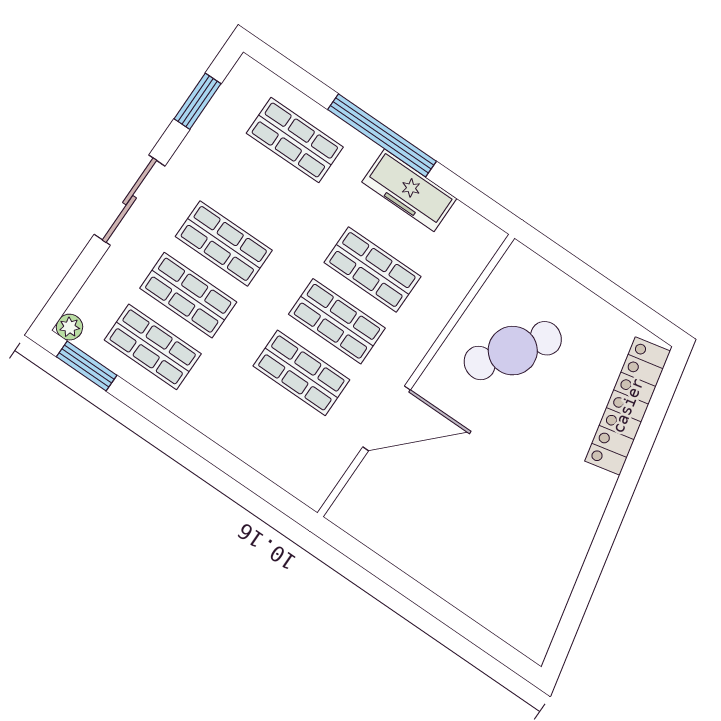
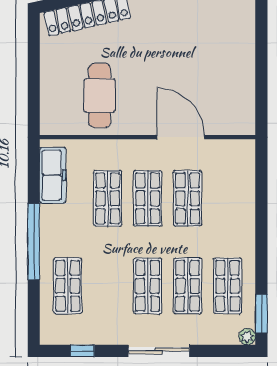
window: (197, 101) -> (82, 351), width x0.67
freezer: (409, 190) -> (53, 175), moved
cafe table: (513, 351) -> (100, 95), turned 55

